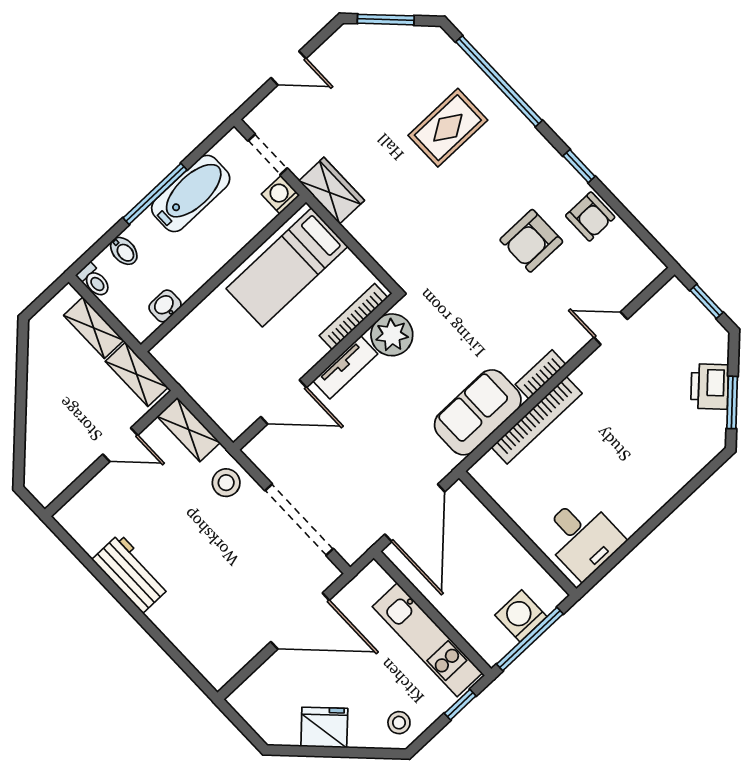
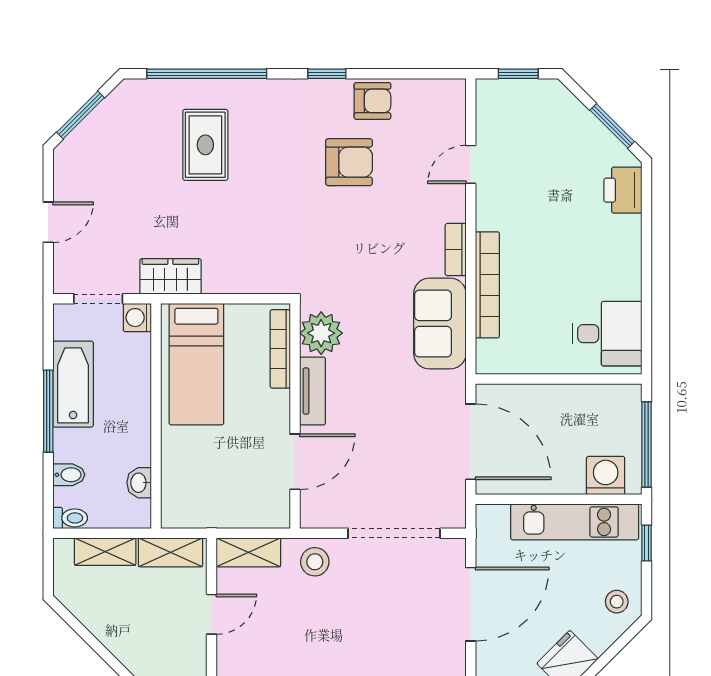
armchair: (531, 241) -> (349, 162), turned -90
printer: (710, 387) -> (623, 190), moved, turned 45
washing machine: (521, 616) -> (606, 476), moved, turned 90

